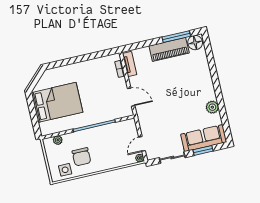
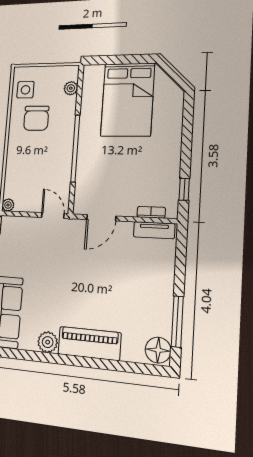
piano: (169, 49) -> (89, 343), moved, turned 90
window: (102, 54) -> (184, 189), added
door: (142, 144) -> (53, 216), moved
chair: (81, 157) -> (36, 118), turned -90

